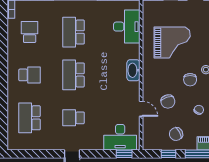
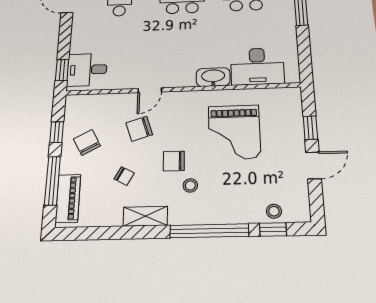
washbasin: (133, 70) -> (213, 77), moved
door: (141, 109) -> (150, 90), moved
desk: (120, 137) -> (87, 70), width x0.73

